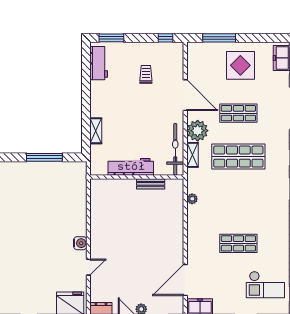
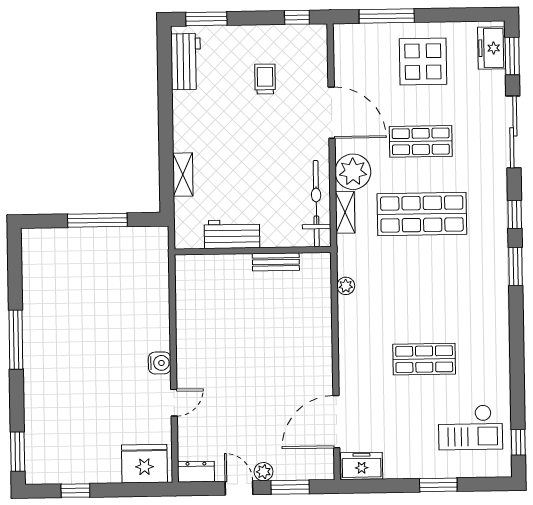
workbench: (131, 167) -> (232, 234), width x0.73

